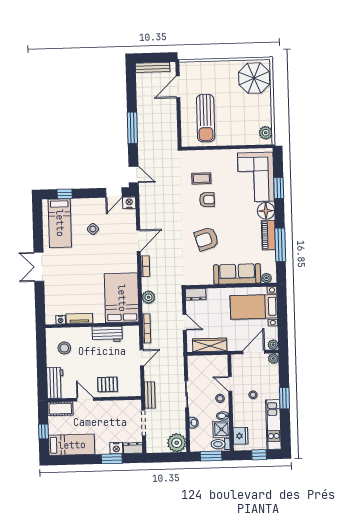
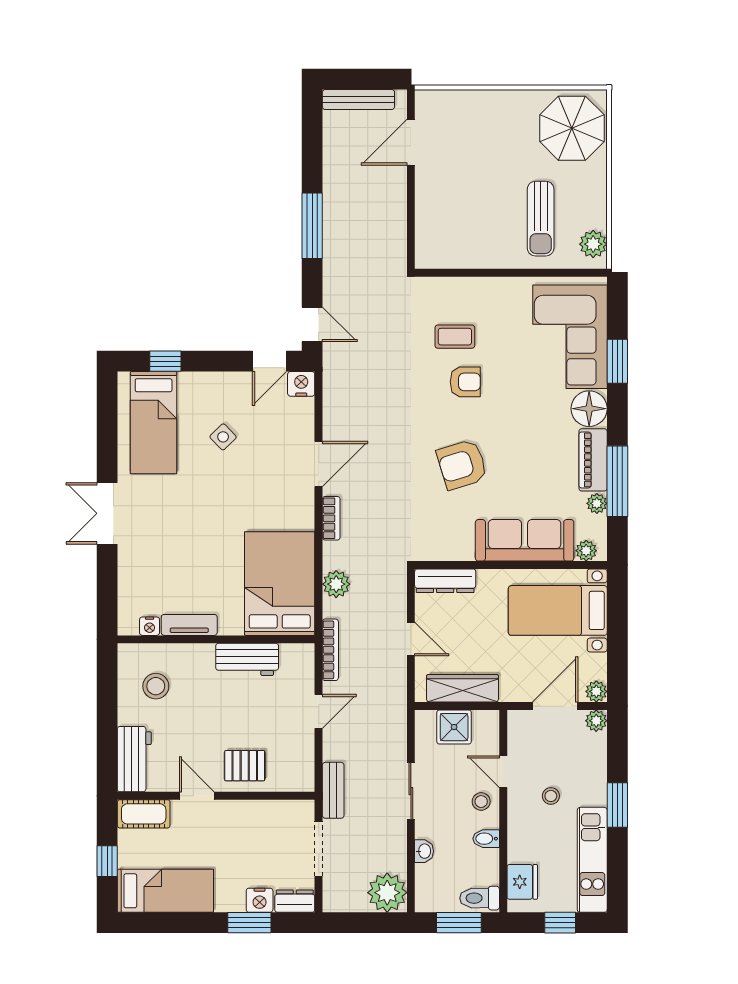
sun lounger: (206, 118) -> (541, 219), moved, width x0.73, depth x0.75
plant: (271, 256) -> (597, 503), added
dresser: (196, 294) -> (445, 581), width x1.44
shower: (221, 429) -> (454, 727), moved

